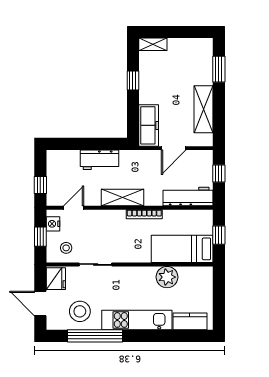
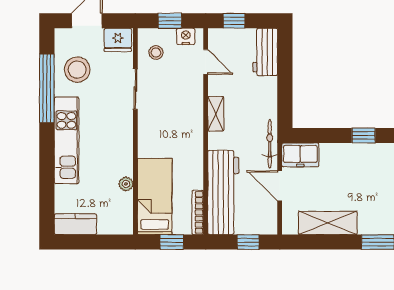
freezer: (149, 125) -> (300, 155), width x0.71
bicycle: (140, 156) -> (270, 144), added
workbench: (100, 160) -> (265, 52), moved
workbench: (188, 197) -> (223, 192), width x1.36, depth x1.32
shelving: (123, 198) -> (216, 114), width x0.67, depth x0.75
bookcase: (144, 214) -> (198, 212), moved
plant: (167, 277) -> (126, 184), width x0.53, depth x0.53
kitchen counter: (190, 321) -> (75, 224), moved, turned -90

